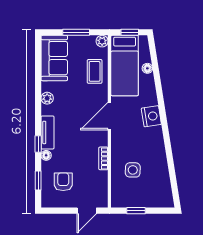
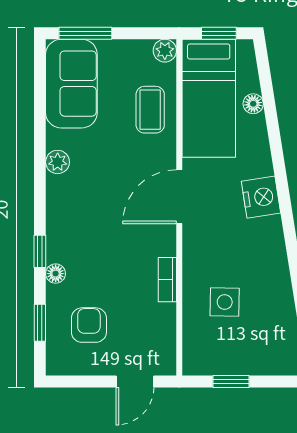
window: (76, 32) -> (85, 33), moved
tv unit: (47, 132) -> (58, 229), removed

